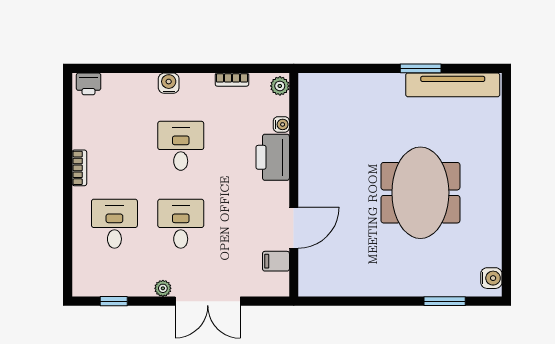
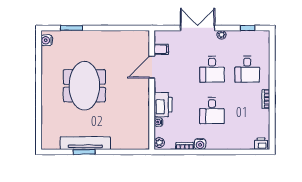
water cooler: (169, 83) -> (200, 144), moved
tv unit: (453, 85) -> (85, 143), moved

